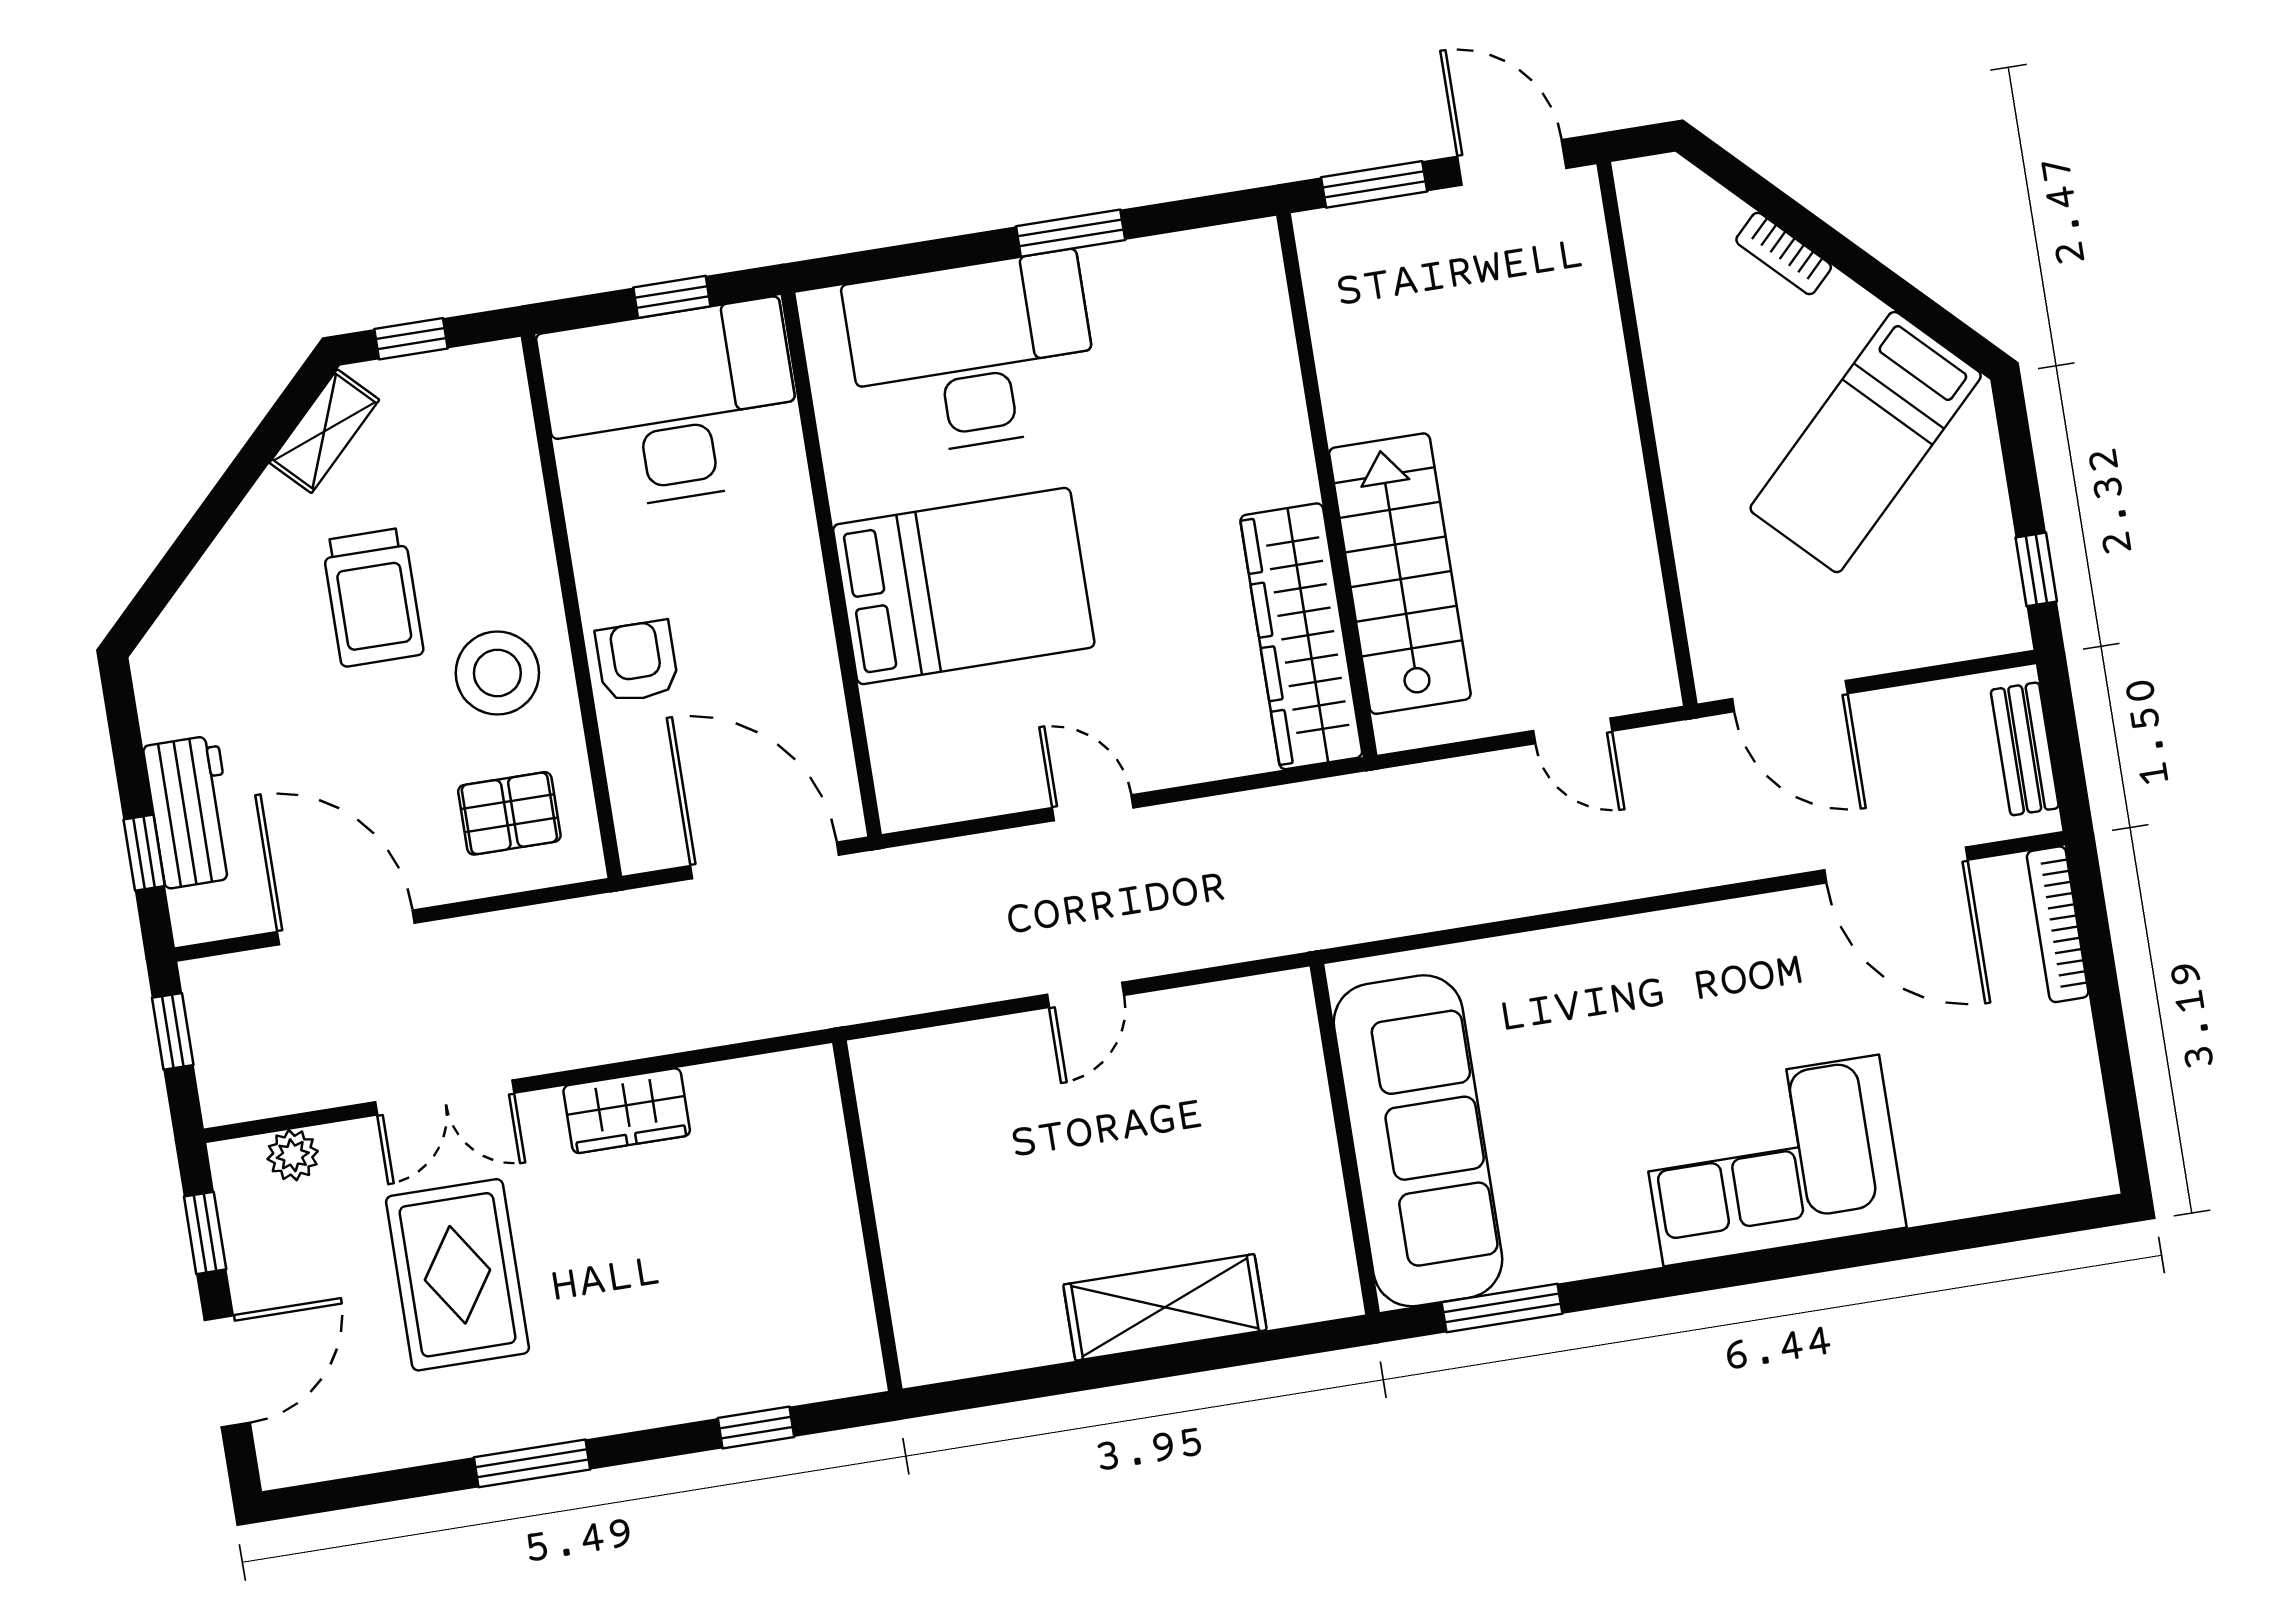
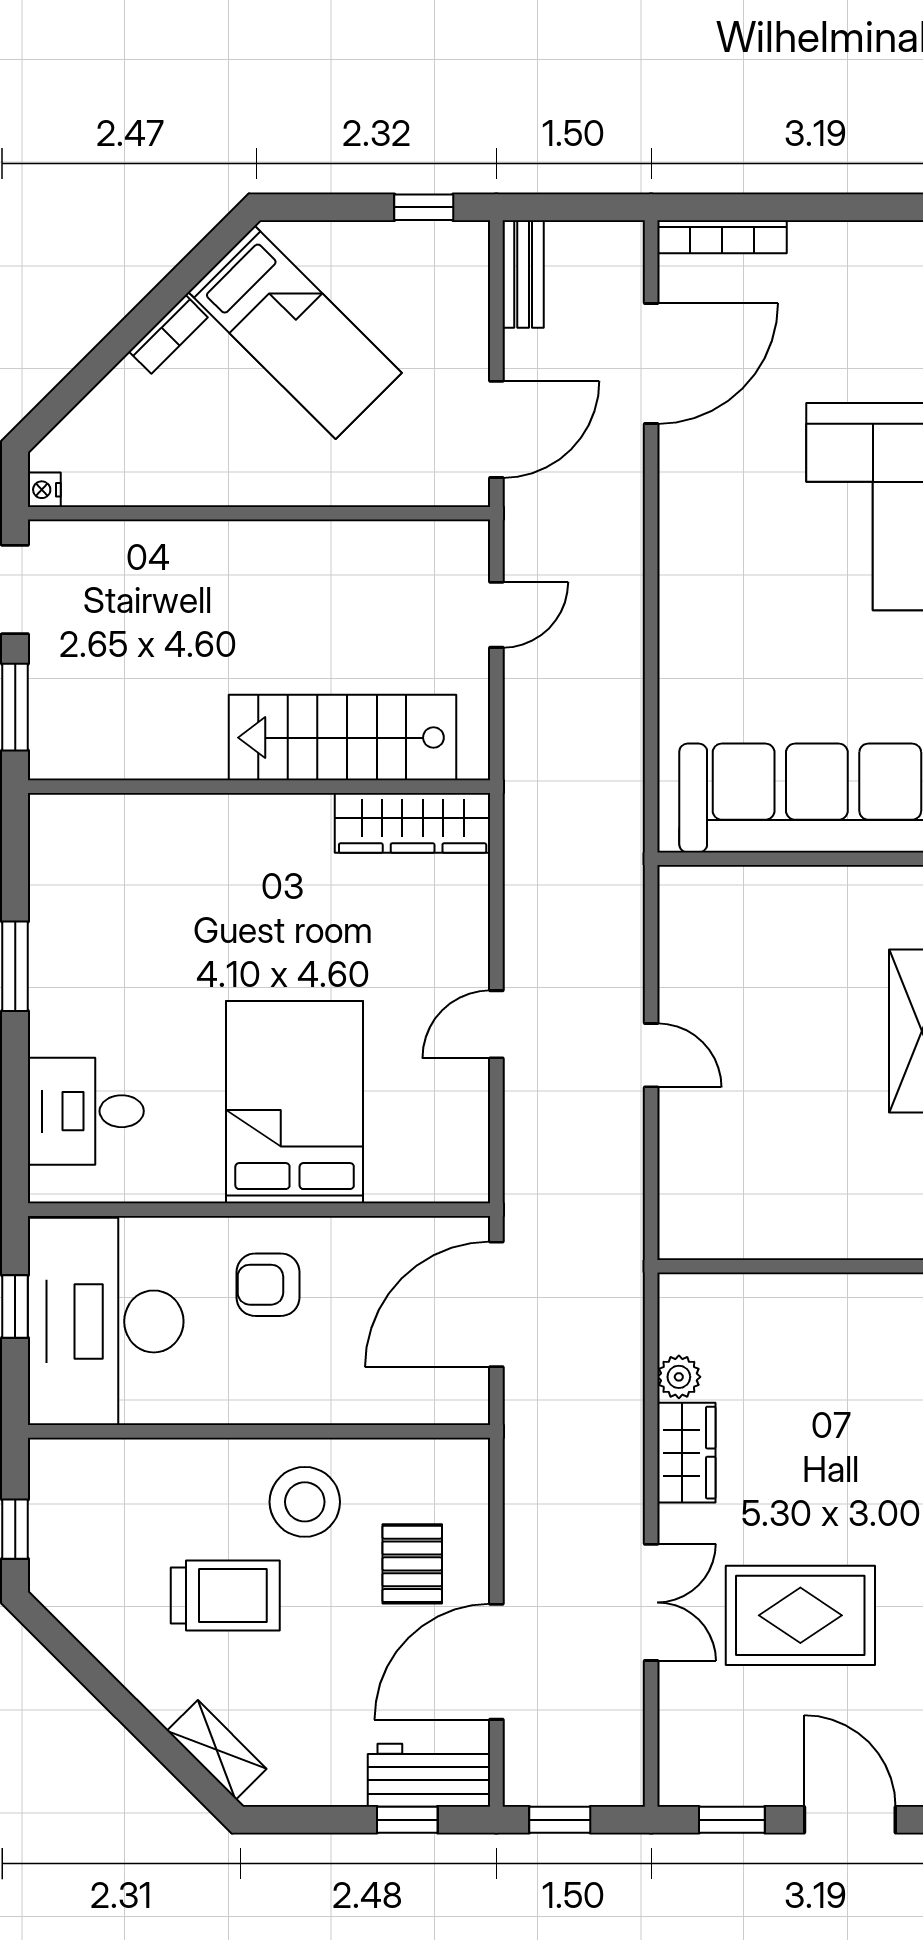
nightstand: (1634, 178) -> (44, 490), added
bookcase: (1784, 254) -> (168, 334), moved
desk: (972, 355) -> (86, 1111), width x0.53, depth x0.77
shelving: (324, 431) -> (217, 1750), moved
wardrobe: (1301, 636) -> (413, 823), width x0.71, depth x0.85
armchair: (637, 661) -> (268, 1285), moved
bench: (2025, 749) -> (523, 274), moved, turned 90
workbench: (191, 812) -> (429, 1775), moved
pallet: (509, 813) -> (412, 1564), moved
plant: (293, 1155) -> (679, 1377), moved

